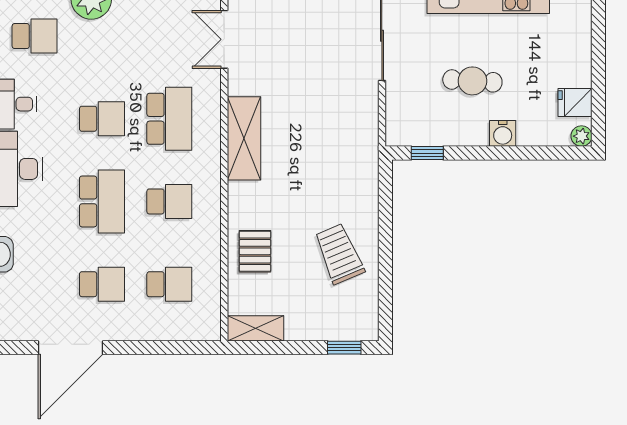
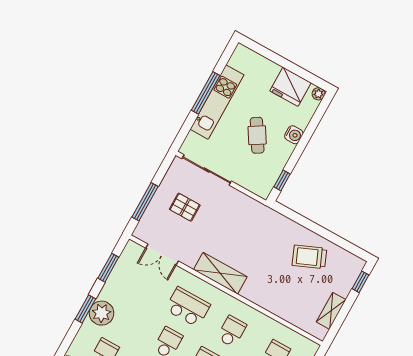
cafe table: (472, 81) -> (257, 135), turned -36
fridge: (575, 103) -> (290, 87), width x1.88, depth x1.34
pallet: (255, 251) -> (185, 207), moved
shelving: (255, 328) -> (331, 311), moved

